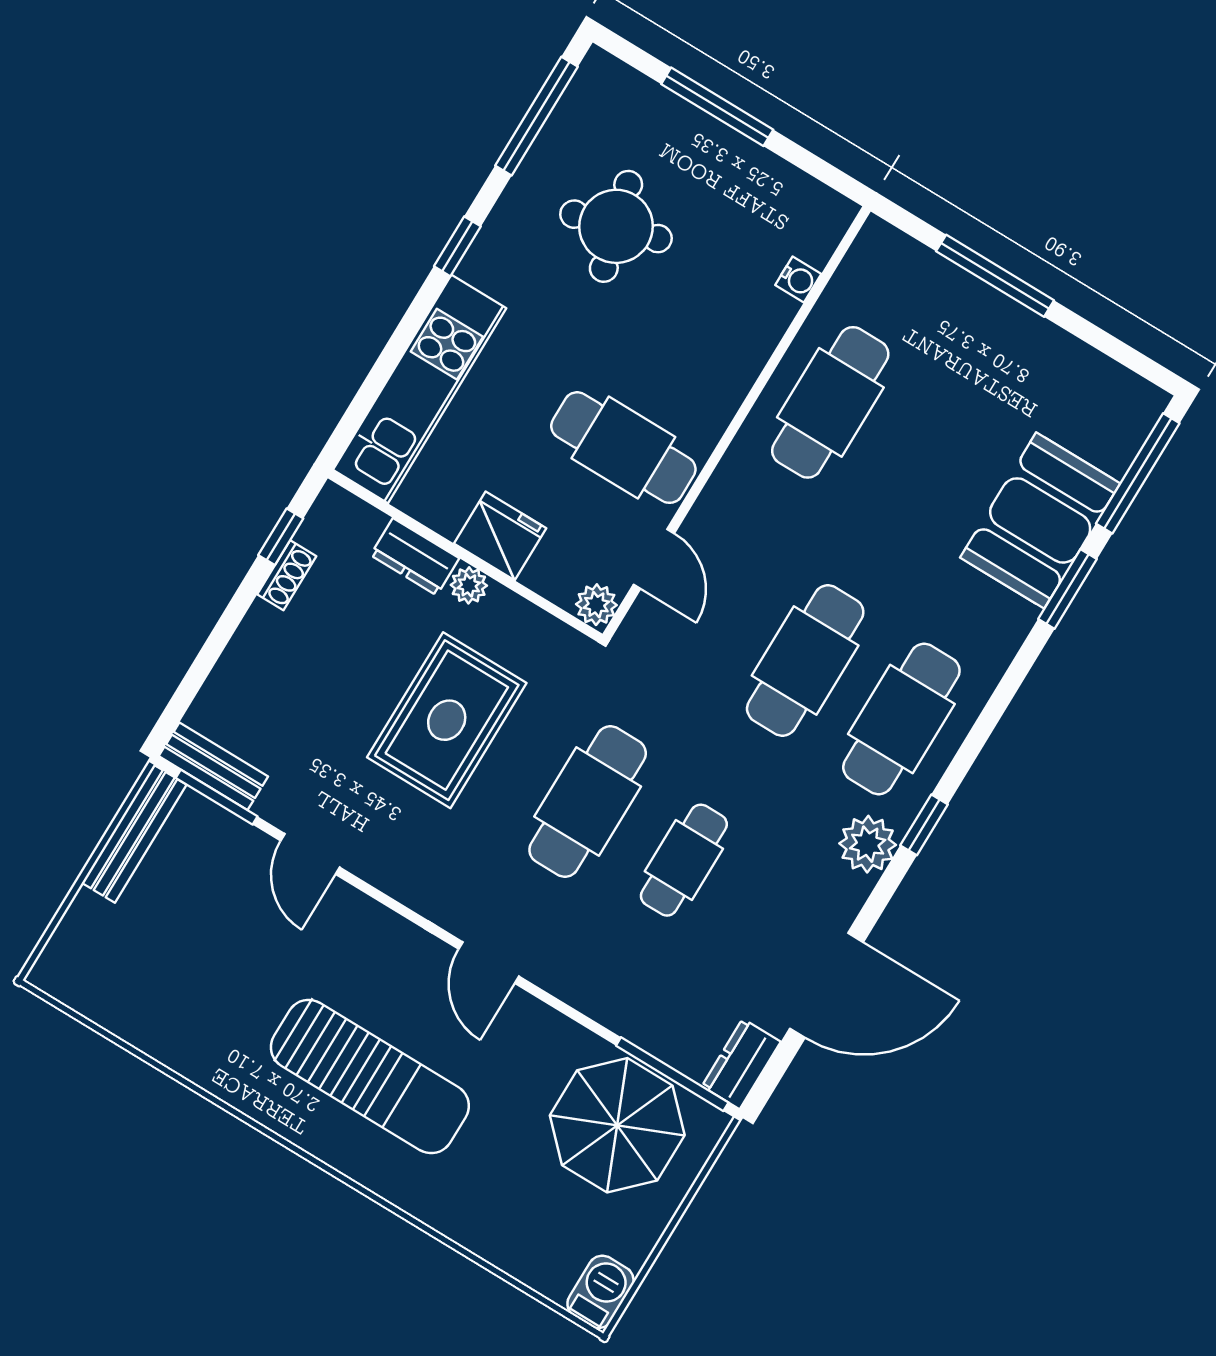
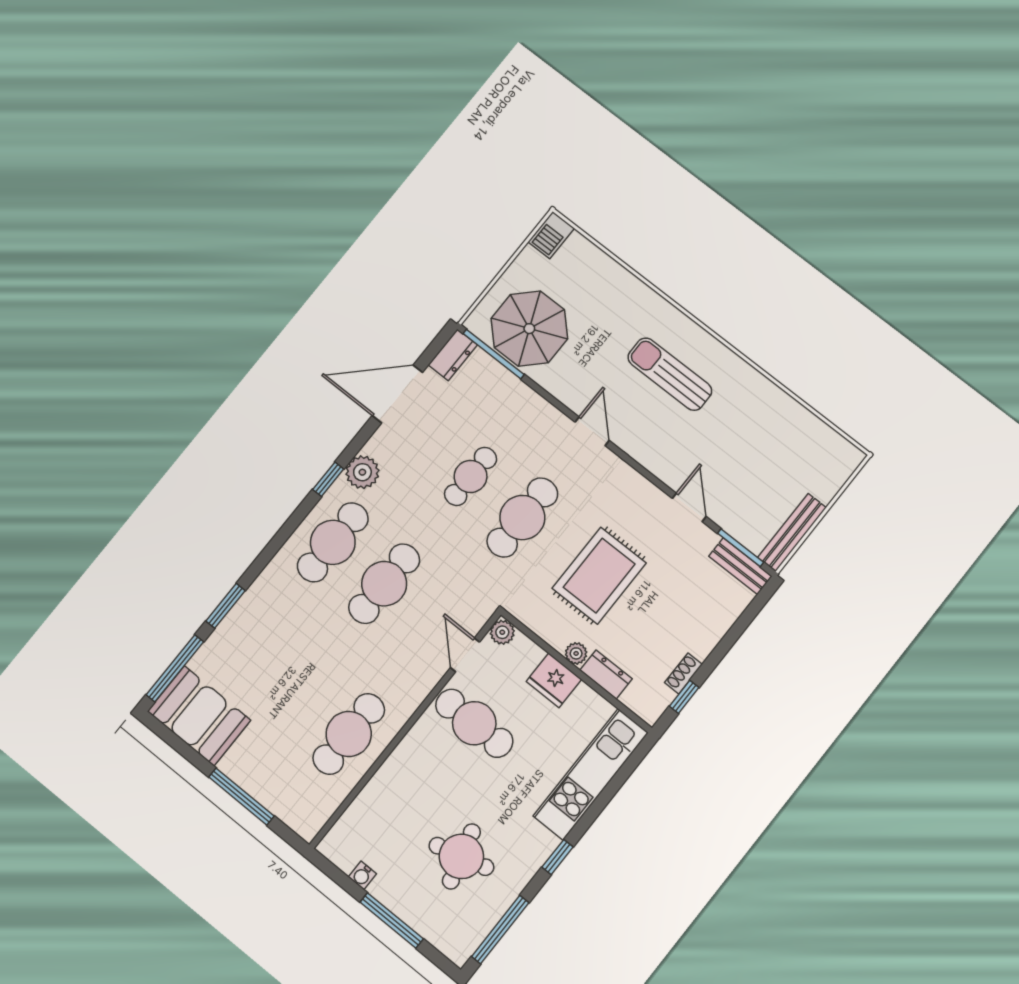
water cooler: (798, 279) -> (362, 875), moved, turned -90
booth: (1040, 520) -> (199, 716), moved, turned 90
sun lounger: (370, 1076) -> (670, 374), width x0.73, depth x0.75

